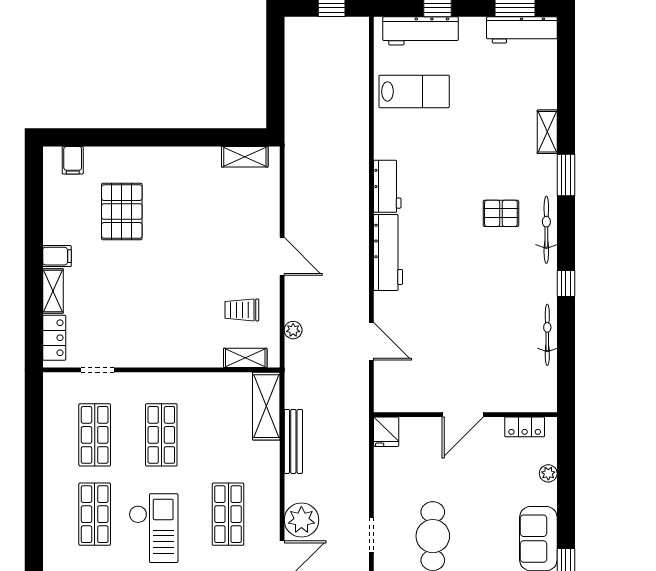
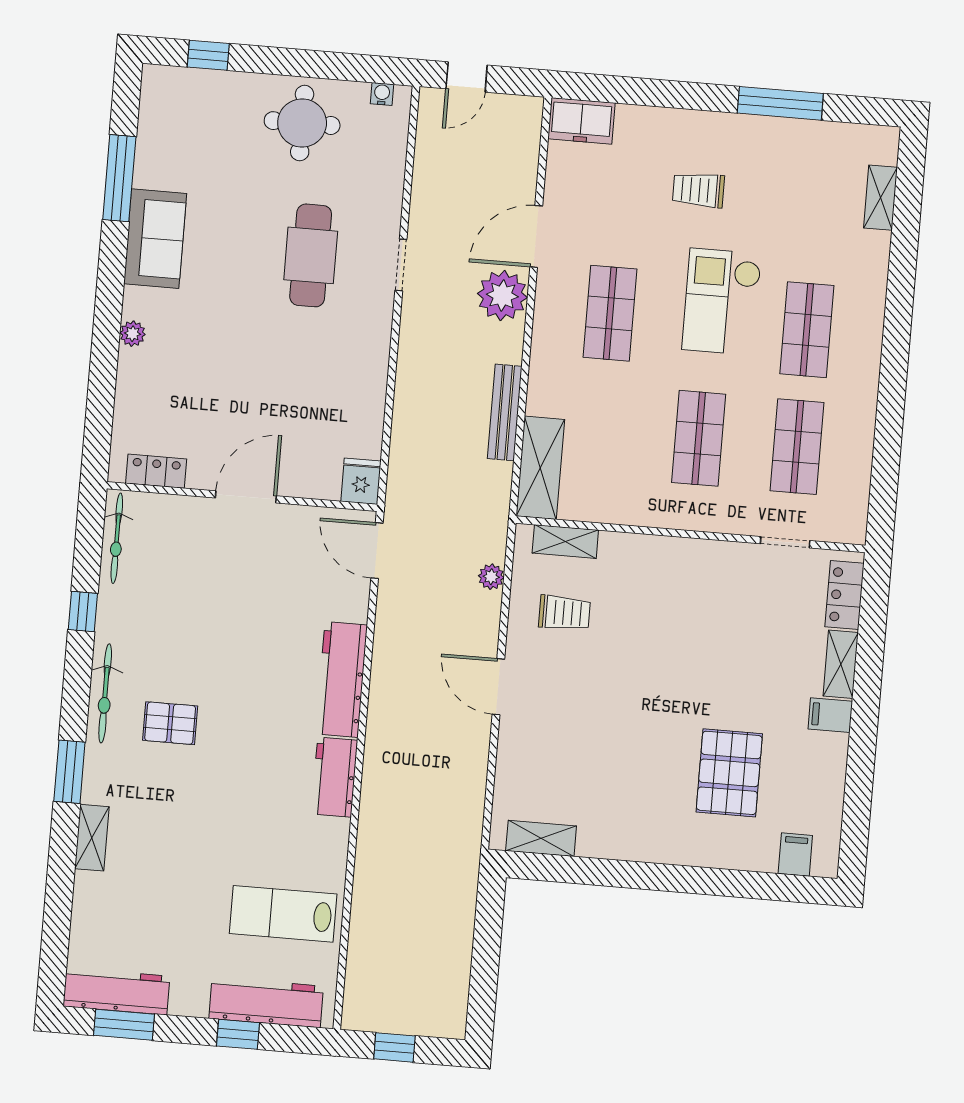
door: (463, 415) -> (246, 497), moved
wall: (465, 415) -> (242, 497), moved
locker: (525, 427) -> (156, 471), moved
fridge: (386, 432) -> (361, 481), moved

